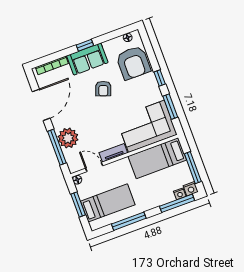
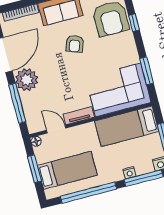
window: (160, 78) -> (134, 23), moved
plant: (68, 138) -> (27, 80), moved
nightstand: (180, 194) -> (129, 173), moved
window: (129, 221) -> (88, 193), width x1.46

